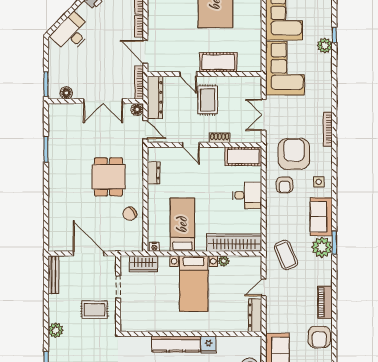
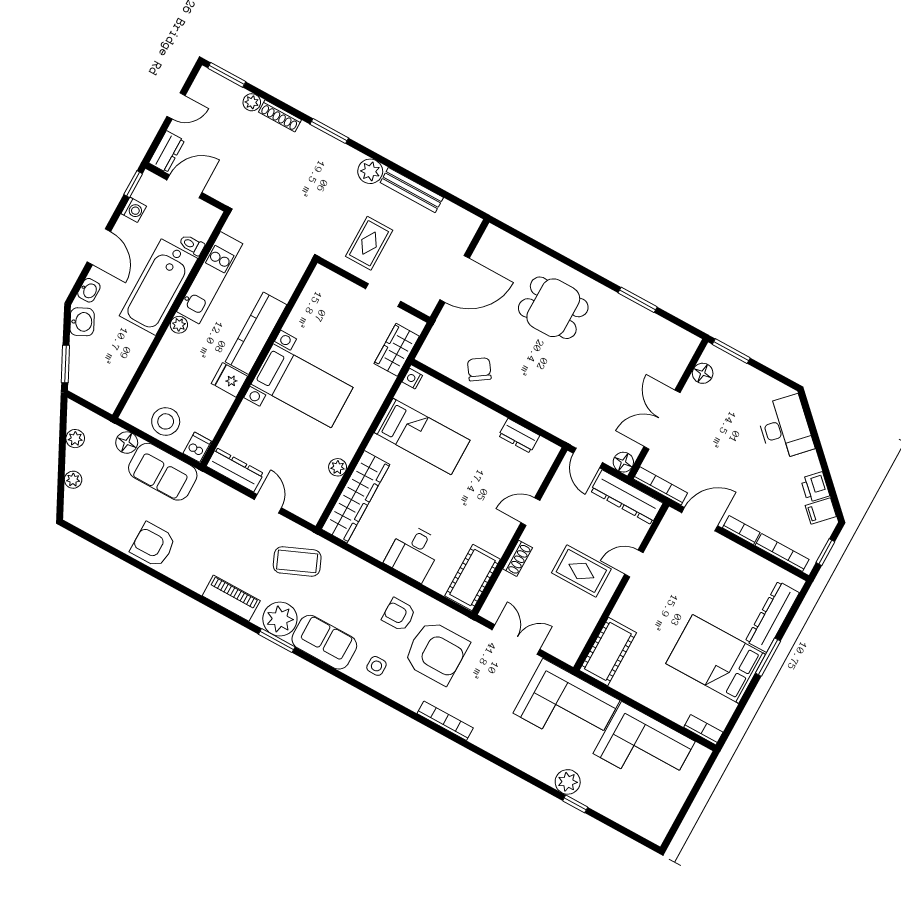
cot: (218, 62) -> (608, 651), moved
door: (145, 130) -> (588, 458), hinge flipped
dining table: (108, 177) -> (553, 308), moved
bench: (53, 275) -> (412, 190), moved
bed with nightstands: (194, 283) -> (302, 386), moved, turned 180
piano: (325, 302) -> (231, 598), moved
dishwasher: (254, 342) -> (197, 447), added

